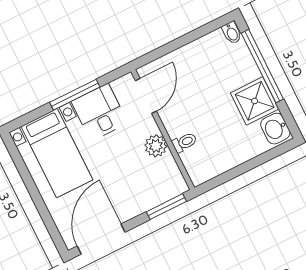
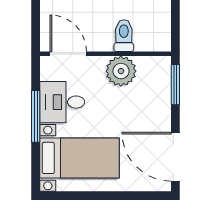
toilet: (184, 142) -> (124, 36), width x1.37, depth x1.39
plant: (156, 146) -> (121, 71), width x1.36, depth x1.36

